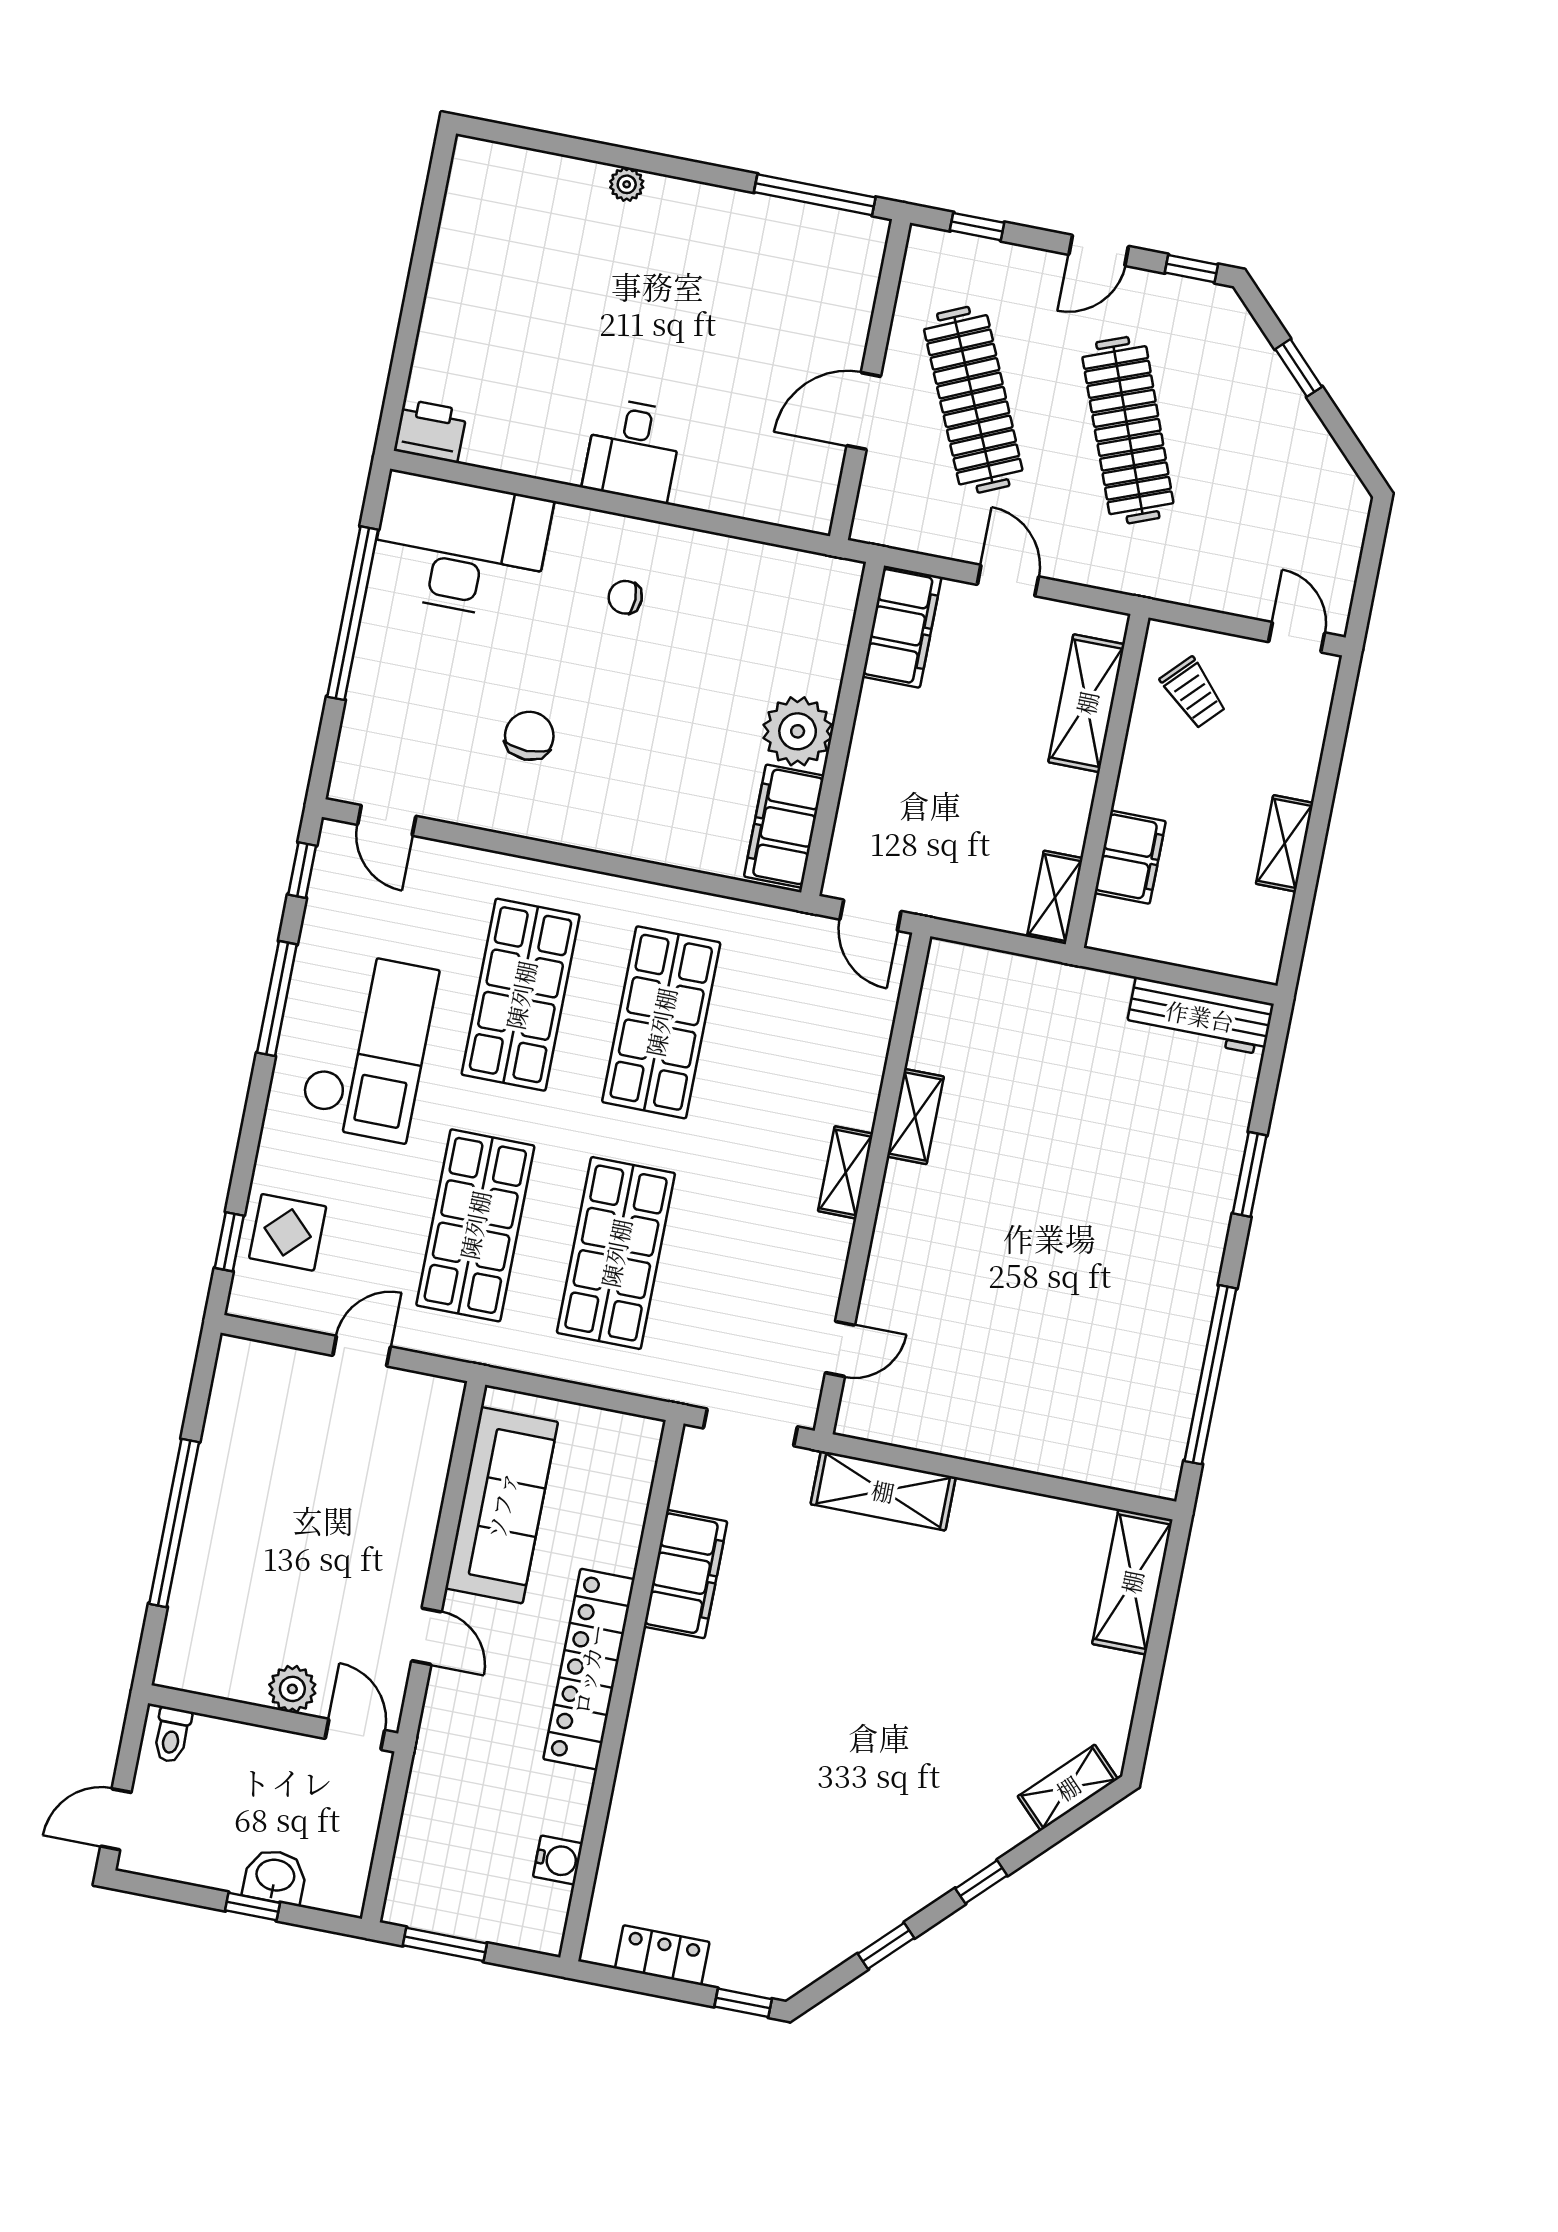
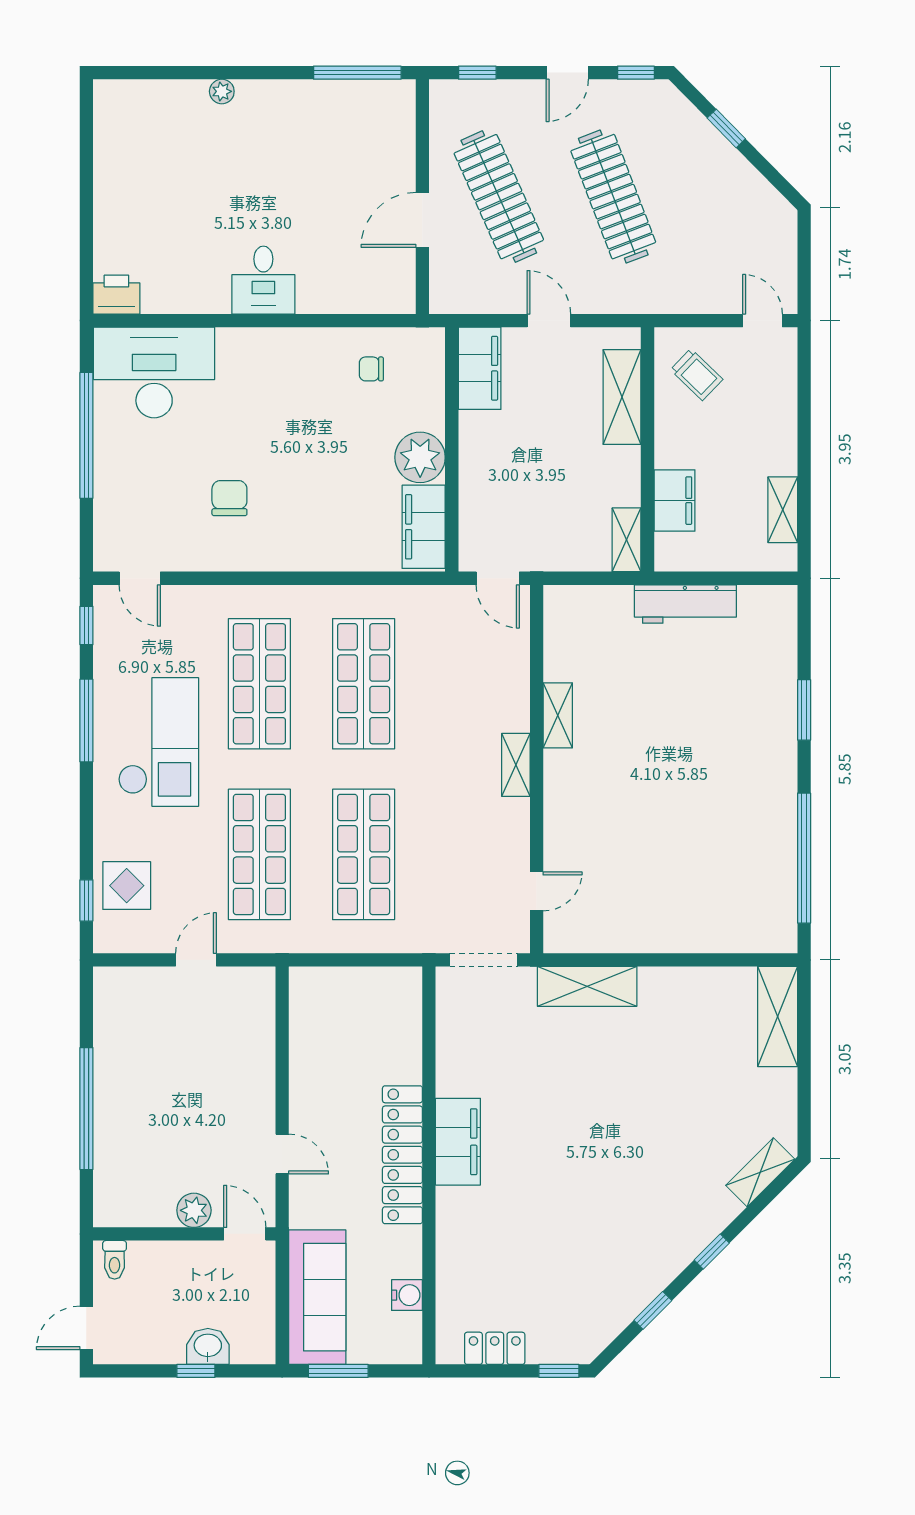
chair: (625, 597) -> (371, 369), moved
shelving: (1285, 843) -> (783, 510), moved
workbench: (1200, 1016) -> (685, 604), moved
sofa: (502, 1505) -> (317, 1297), moved
filing cabinet: (685, 1574) -> (458, 1142), moved

